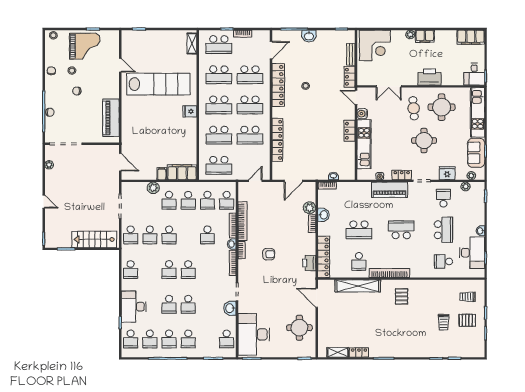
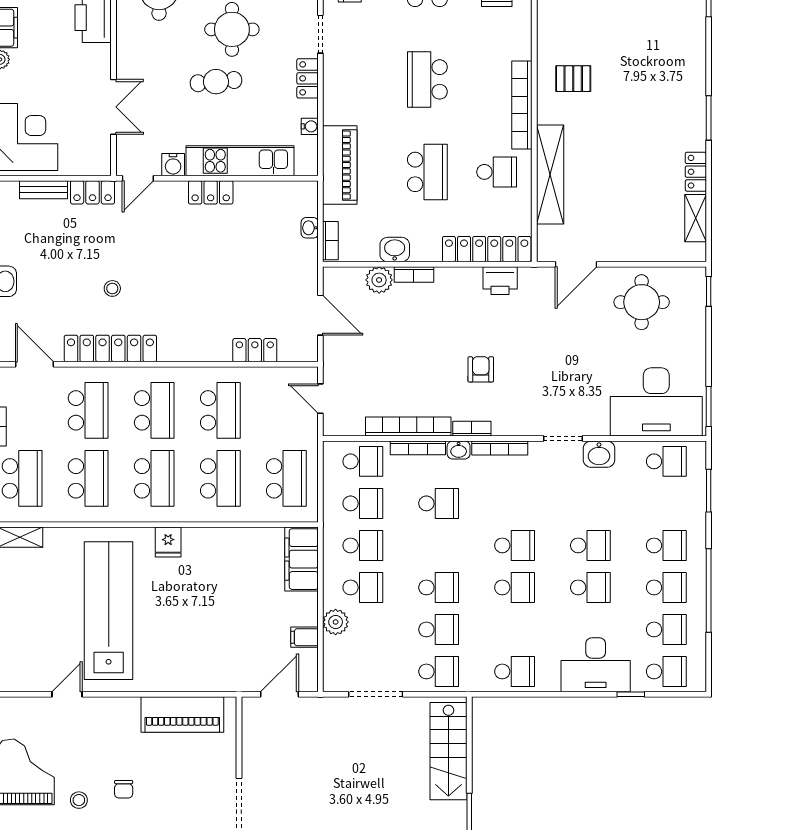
cafe table: (414, 108) -> (216, 82), moved
locker: (277, 129) -> (206, 350), removed
filing cabinet: (162, 174) -> (304, 637), moved
piano: (390, 190) -> (340, 165), moved

